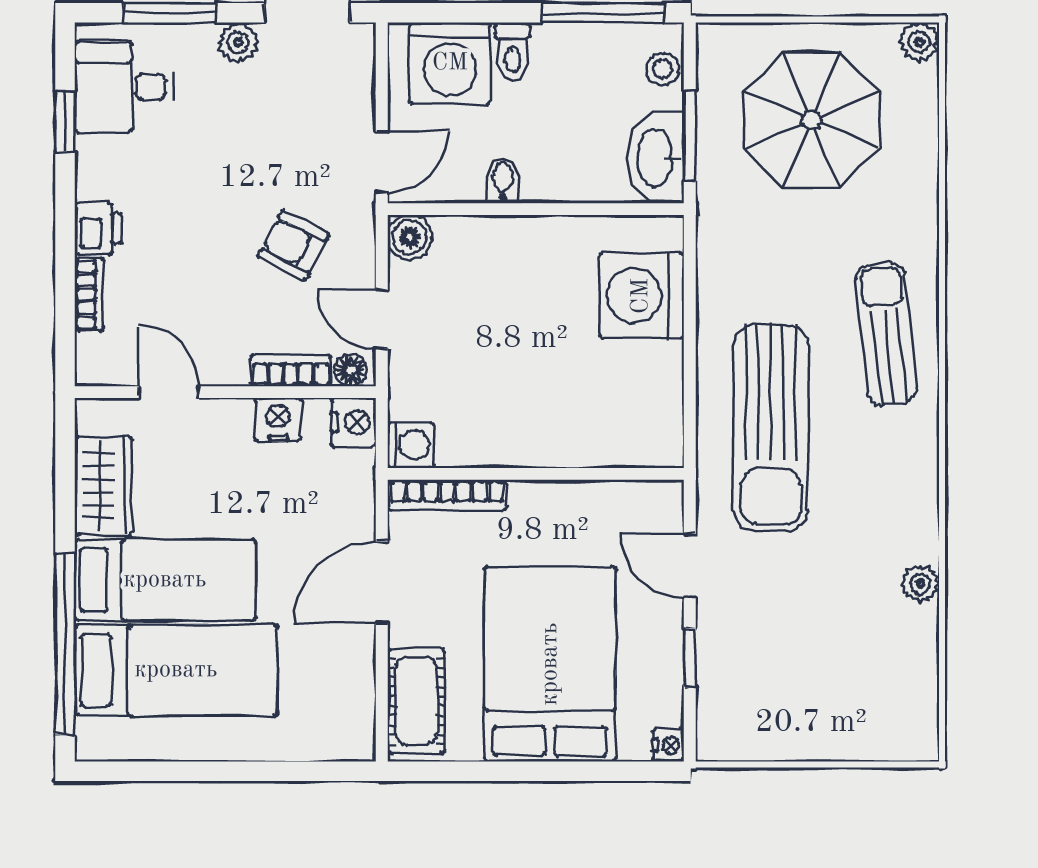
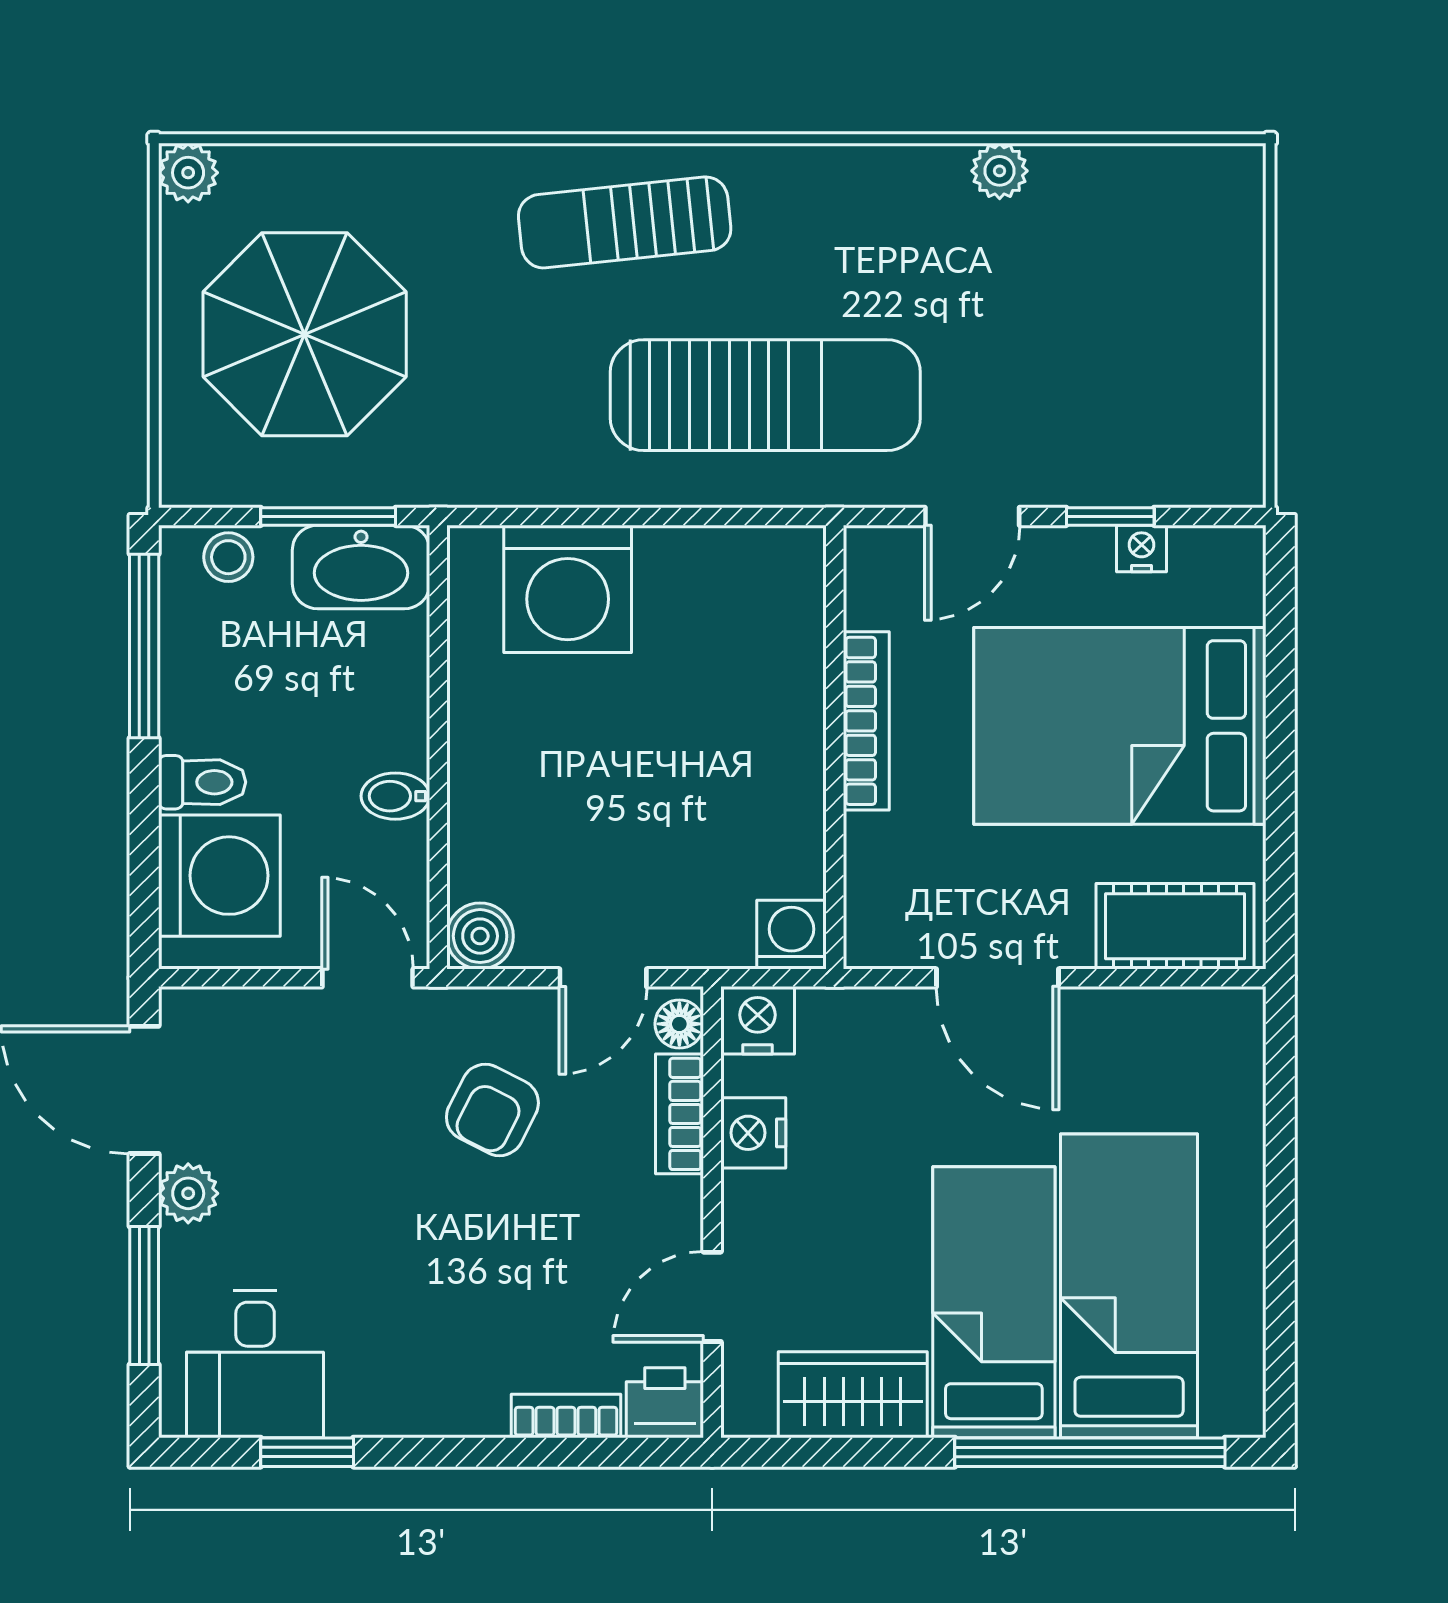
printer: (98, 228) -> (665, 1403), moved
bookcase: (447, 495) -> (866, 721), moved
nightstand: (668, 745) -> (1141, 549), moved

